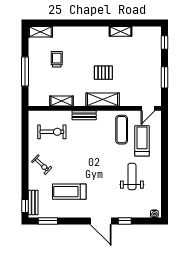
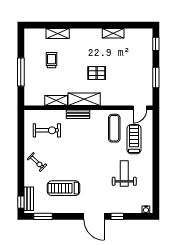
shelving: (40, 32) -> (58, 33), moved
shelving: (103, 100) -> (84, 99), moved

